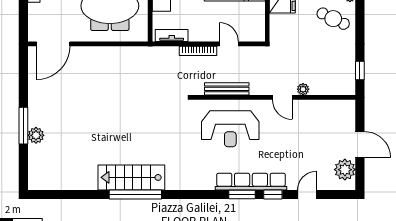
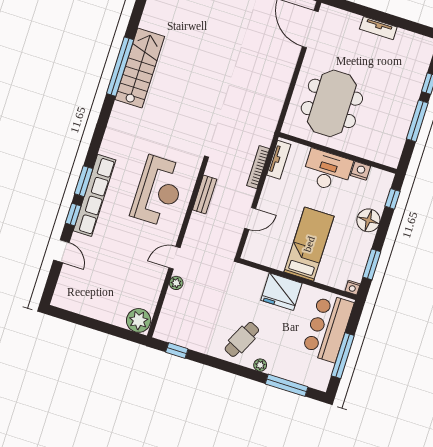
bookcase: (198, 51) -> (258, 167), moved
bench: (227, 89) -> (205, 195), width x0.73
reception desk: (230, 129) -> (158, 191), turned 180
door: (360, 144) -> (97, 325), removed
plant: (345, 170) -> (139, 320), moved

